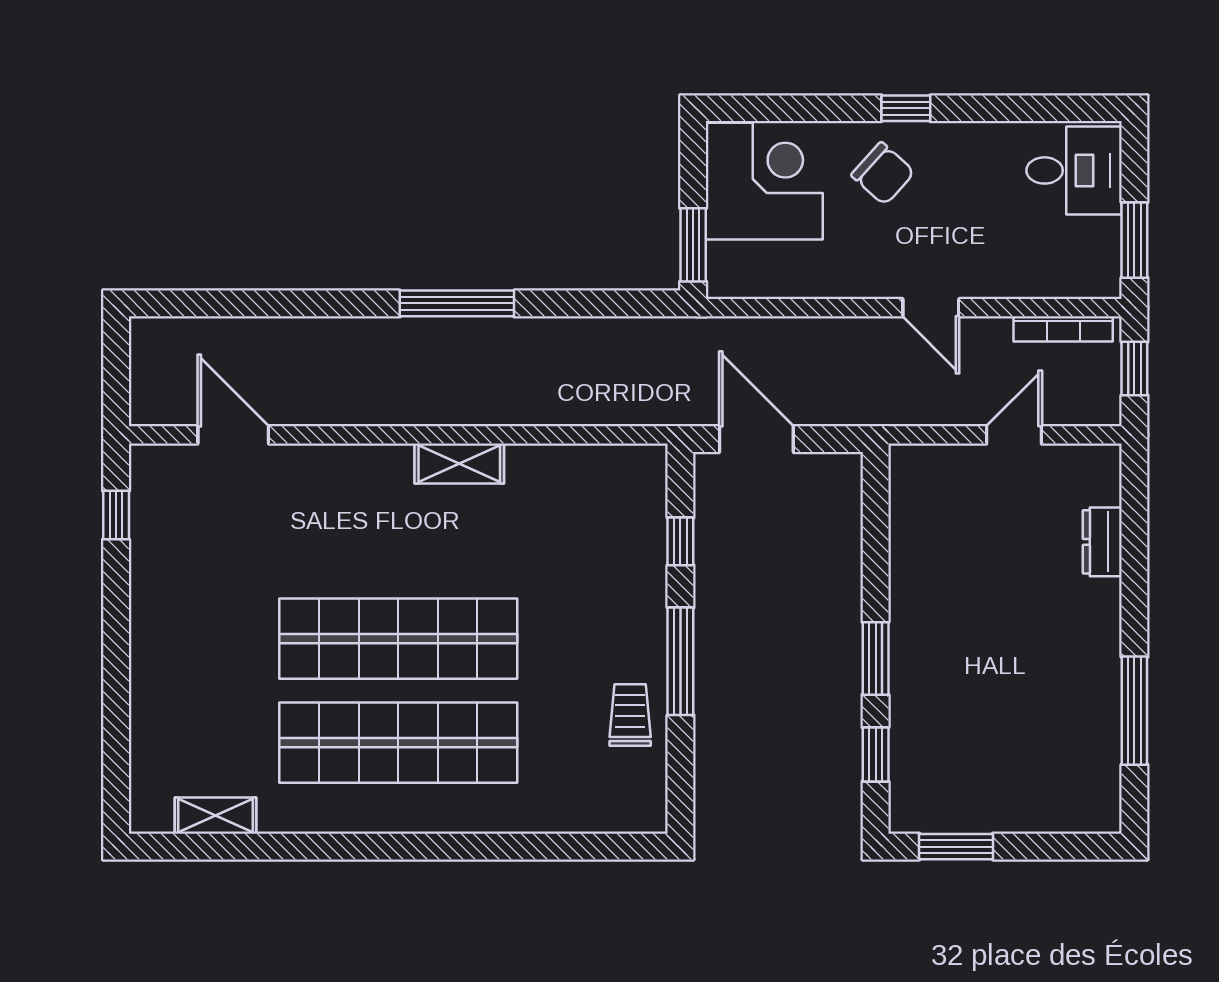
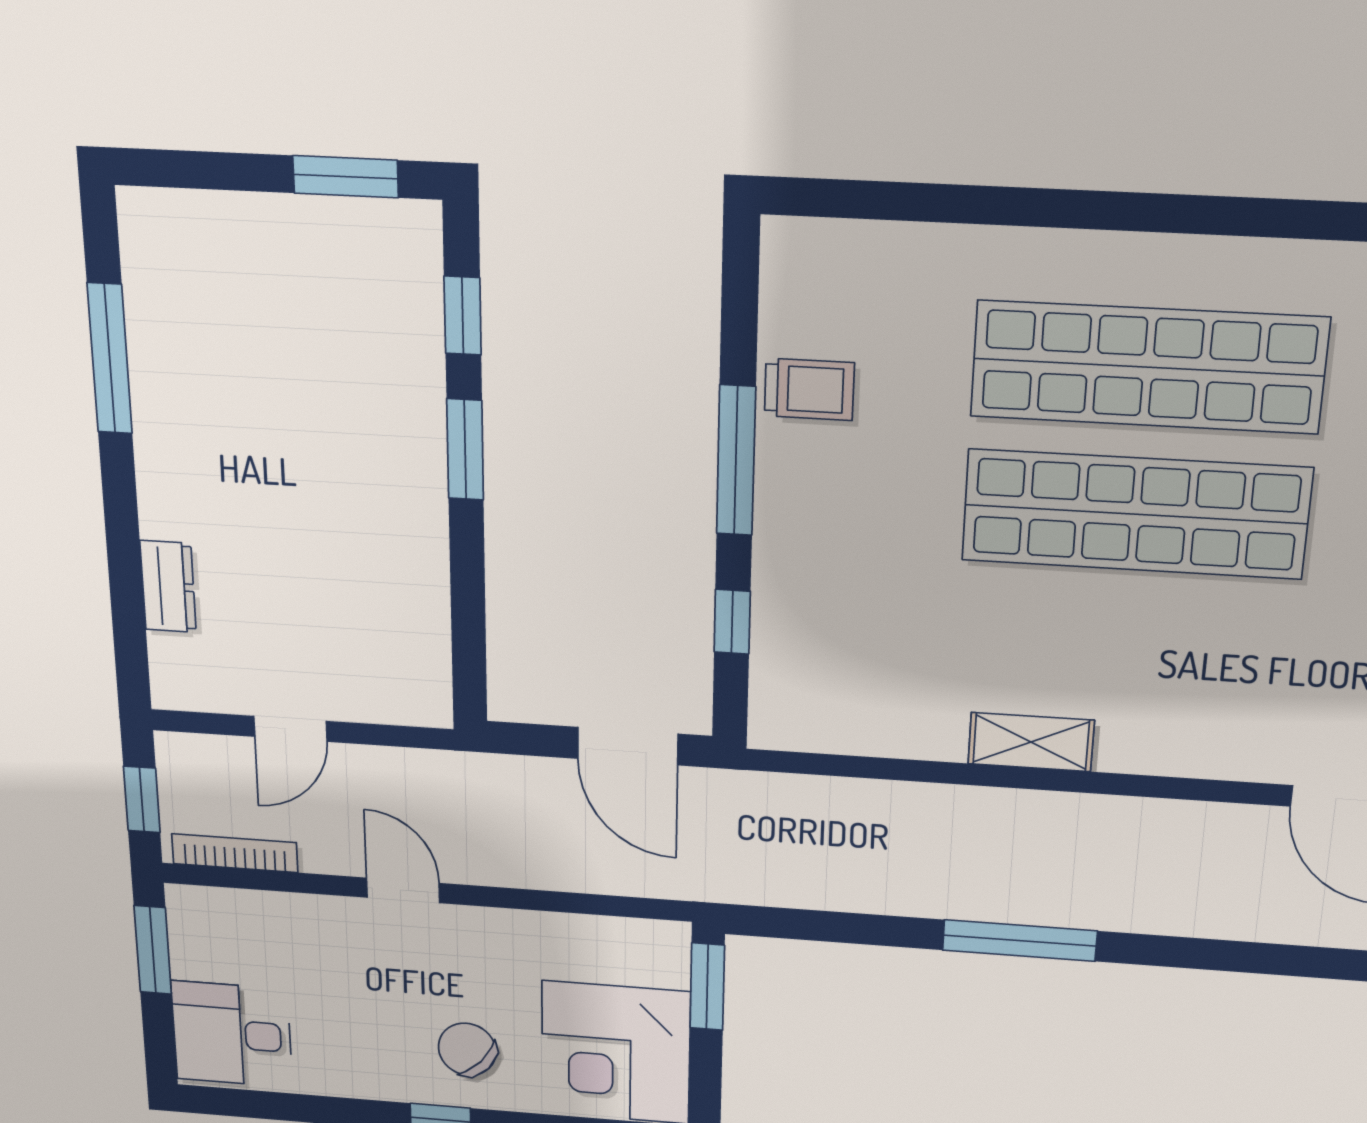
trolley: (630, 715) -> (809, 389), turned -90

